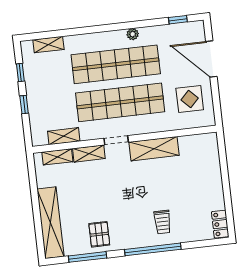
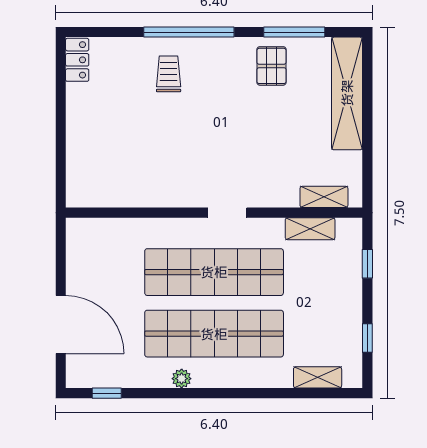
display table: (190, 99) -> (103, 265), removed
window: (24, 105) -> (367, 264), moved
shelving: (154, 149) -> (169, 192), removed
shelving: (89, 154) -> (273, 196), removed

